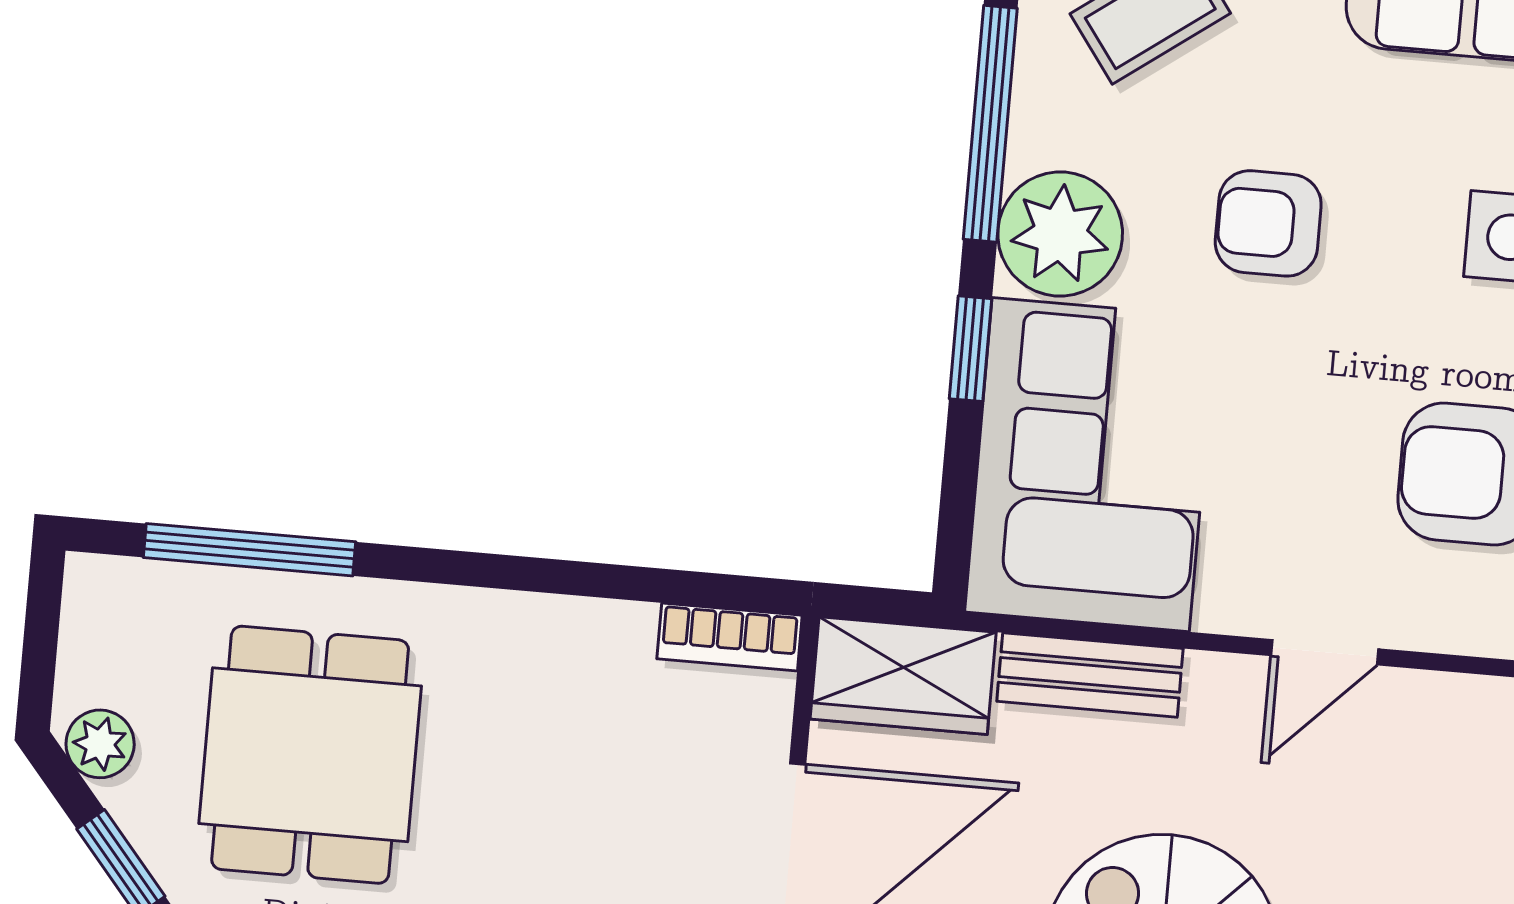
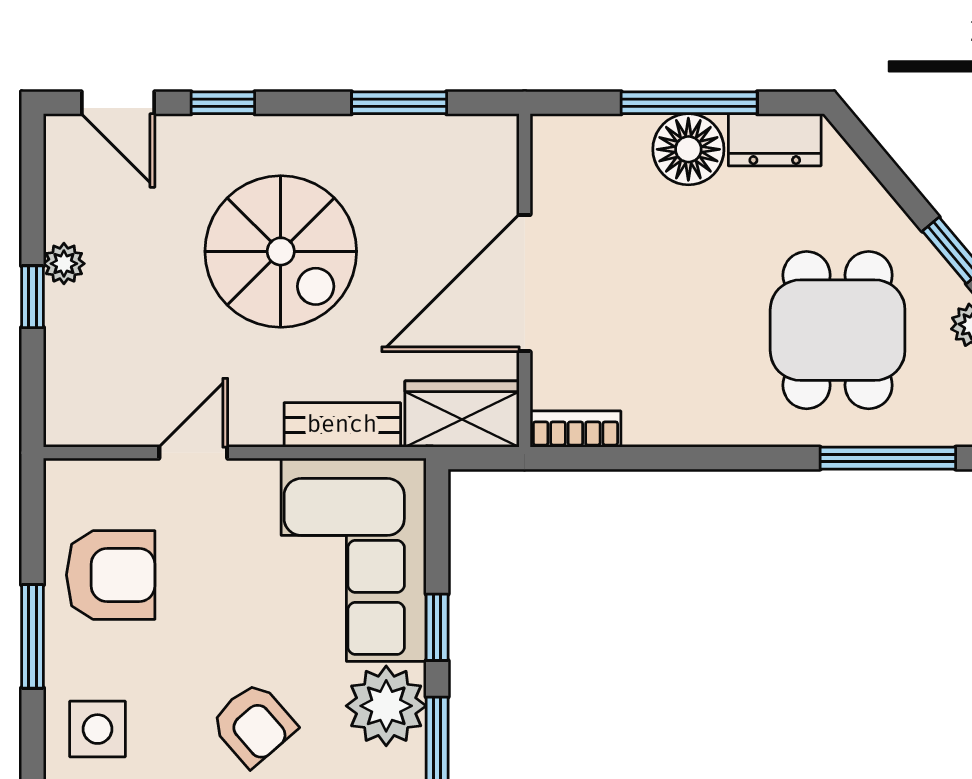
armchair: (1268, 223) -> (253, 724), turned 49

